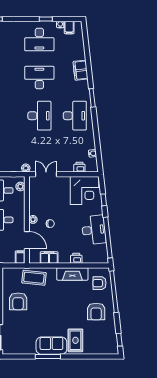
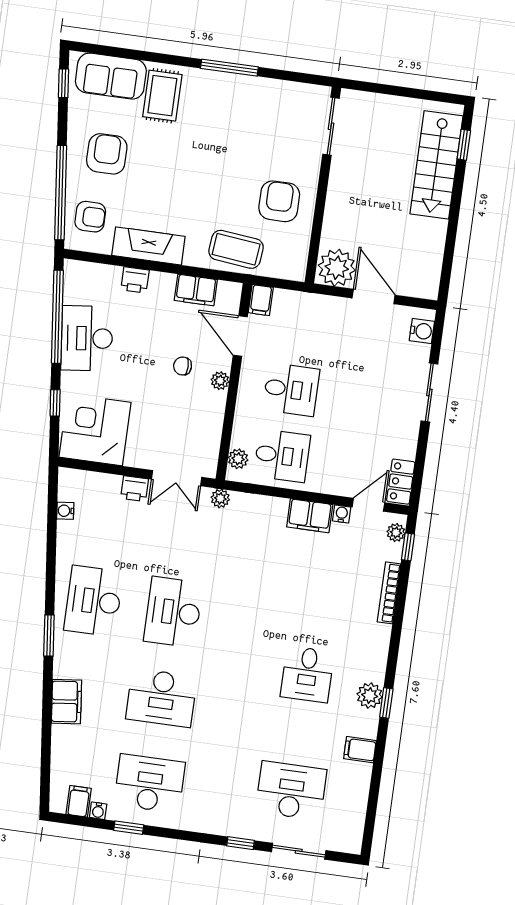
printer: (79, 167) -> (135, 489), moved
sofa: (51, 346) -> (111, 76), moved

